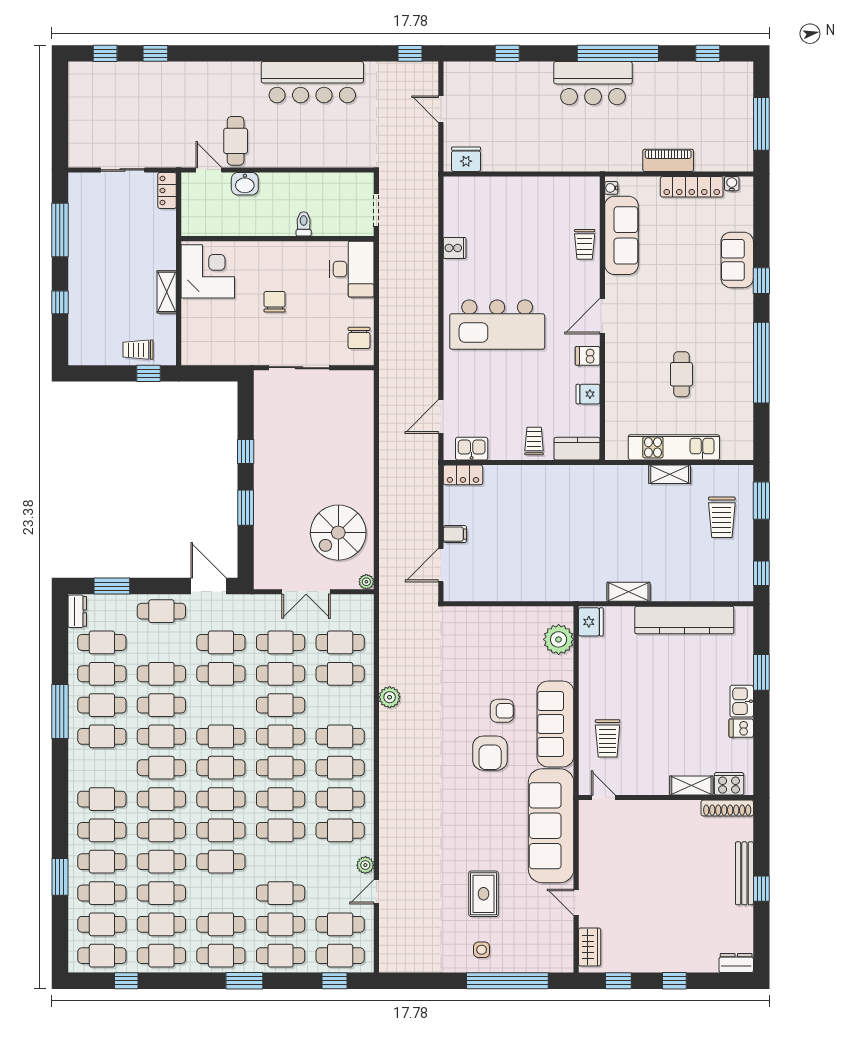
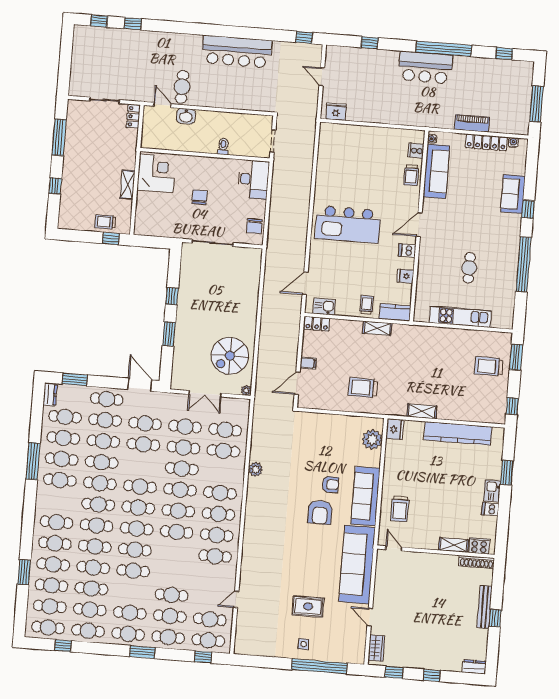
cooker: (455, 248) -> (416, 151), moved, turned 180
shelving: (670, 474) -> (377, 328), moved
trolley: (722, 517) -> (489, 366), turned 90
trolley: (539, 564) -> (363, 388), added
cafe table: (281, 830) -> (105, 420), moved
plant: (365, 865) -> (230, 581), removed
rug: (484, 894) -> (308, 607), turned 90

